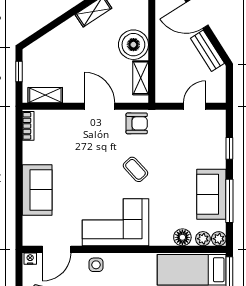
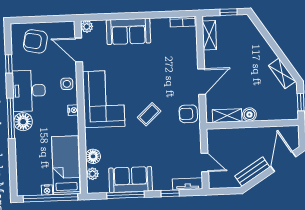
boiler: (133, 45) -> (249, 115), width x0.54, depth x0.54
armchair: (137, 123) -> (188, 114), turned 90
tv unit: (219, 127) -> (188, 184), added
plant: (219, 239) -> (87, 27), moved
nightstand: (30, 259) -> (73, 110), moved

